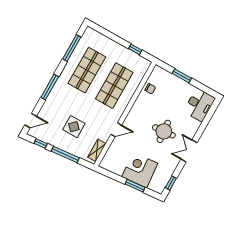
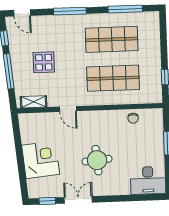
double door: (189, 151) -> (78, 200), moved
window: (135, 186) -> (21, 165), removed

